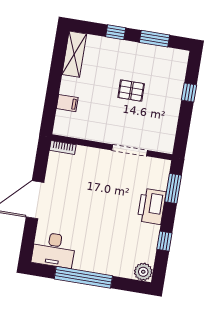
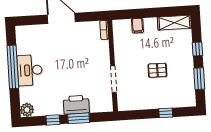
pallet: (131, 91) -> (157, 70), turned 90
window: (173, 189) -> (79, 118), moved
desk: (54, 250) -> (30, 70), moved

